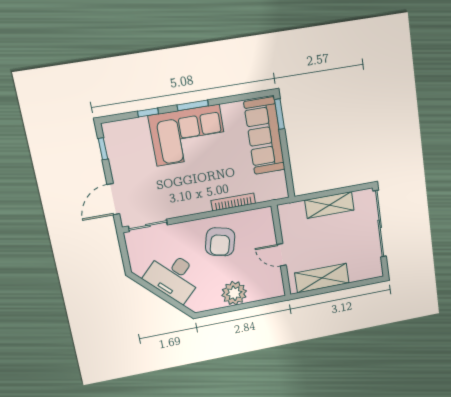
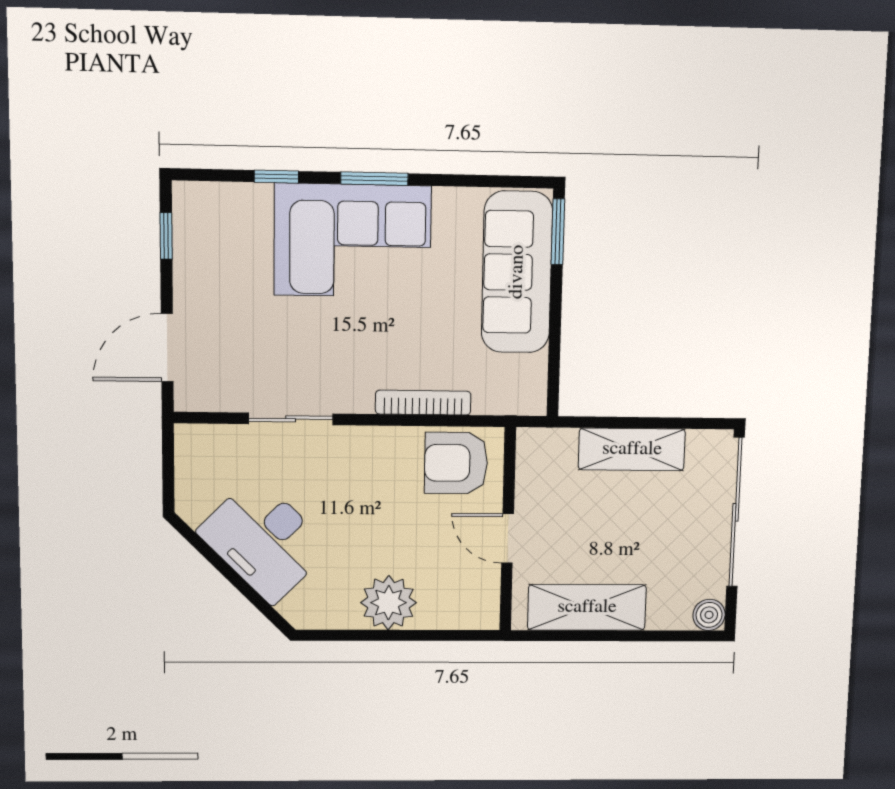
sliding door: (148, 225) -> (291, 419), moved
armchair: (220, 242) -> (456, 463), moved, turned 76
boiler: (376, 271) -> (709, 615), added

